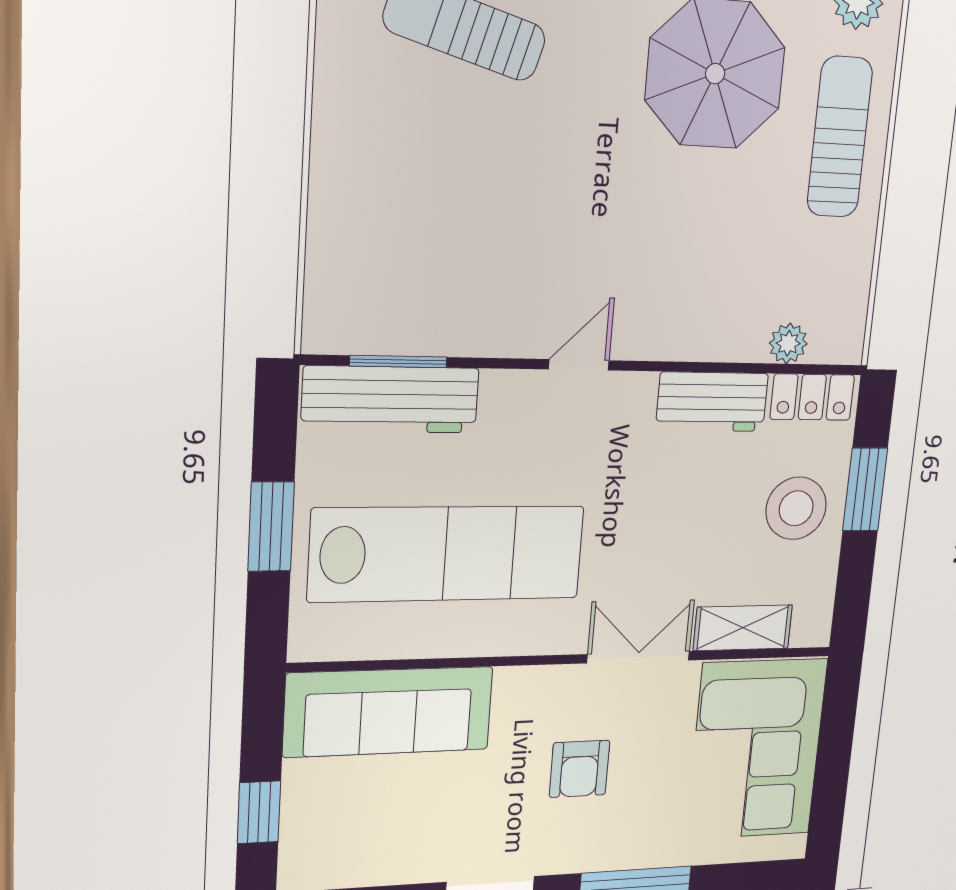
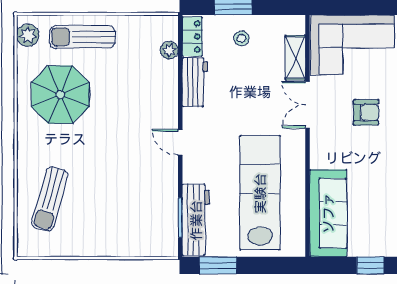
stool: (796, 508) -> (241, 38), width x0.53, depth x0.53
window: (271, 527) -> (218, 265), moved
armchair: (580, 769) -> (366, 112), moved

